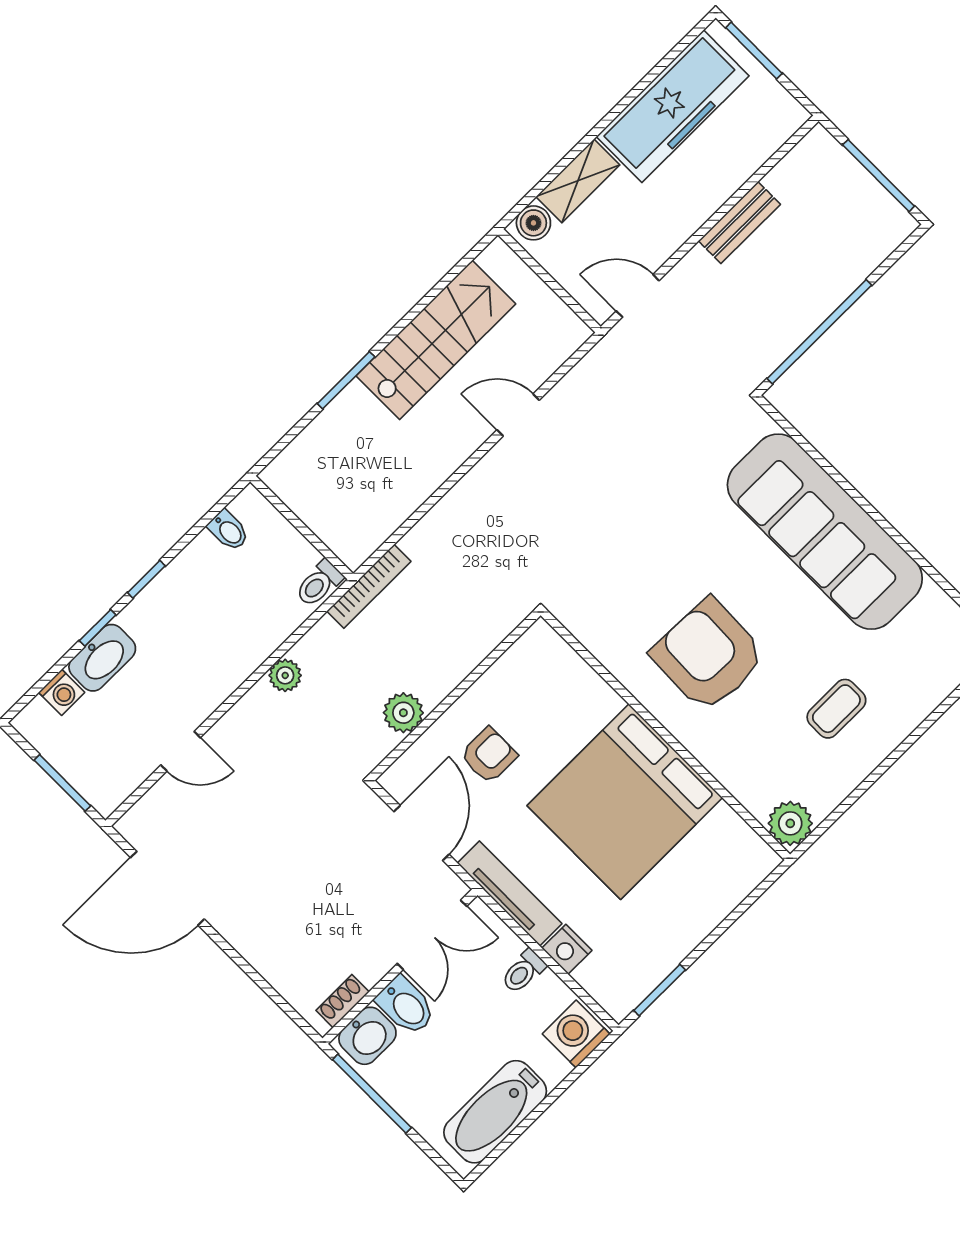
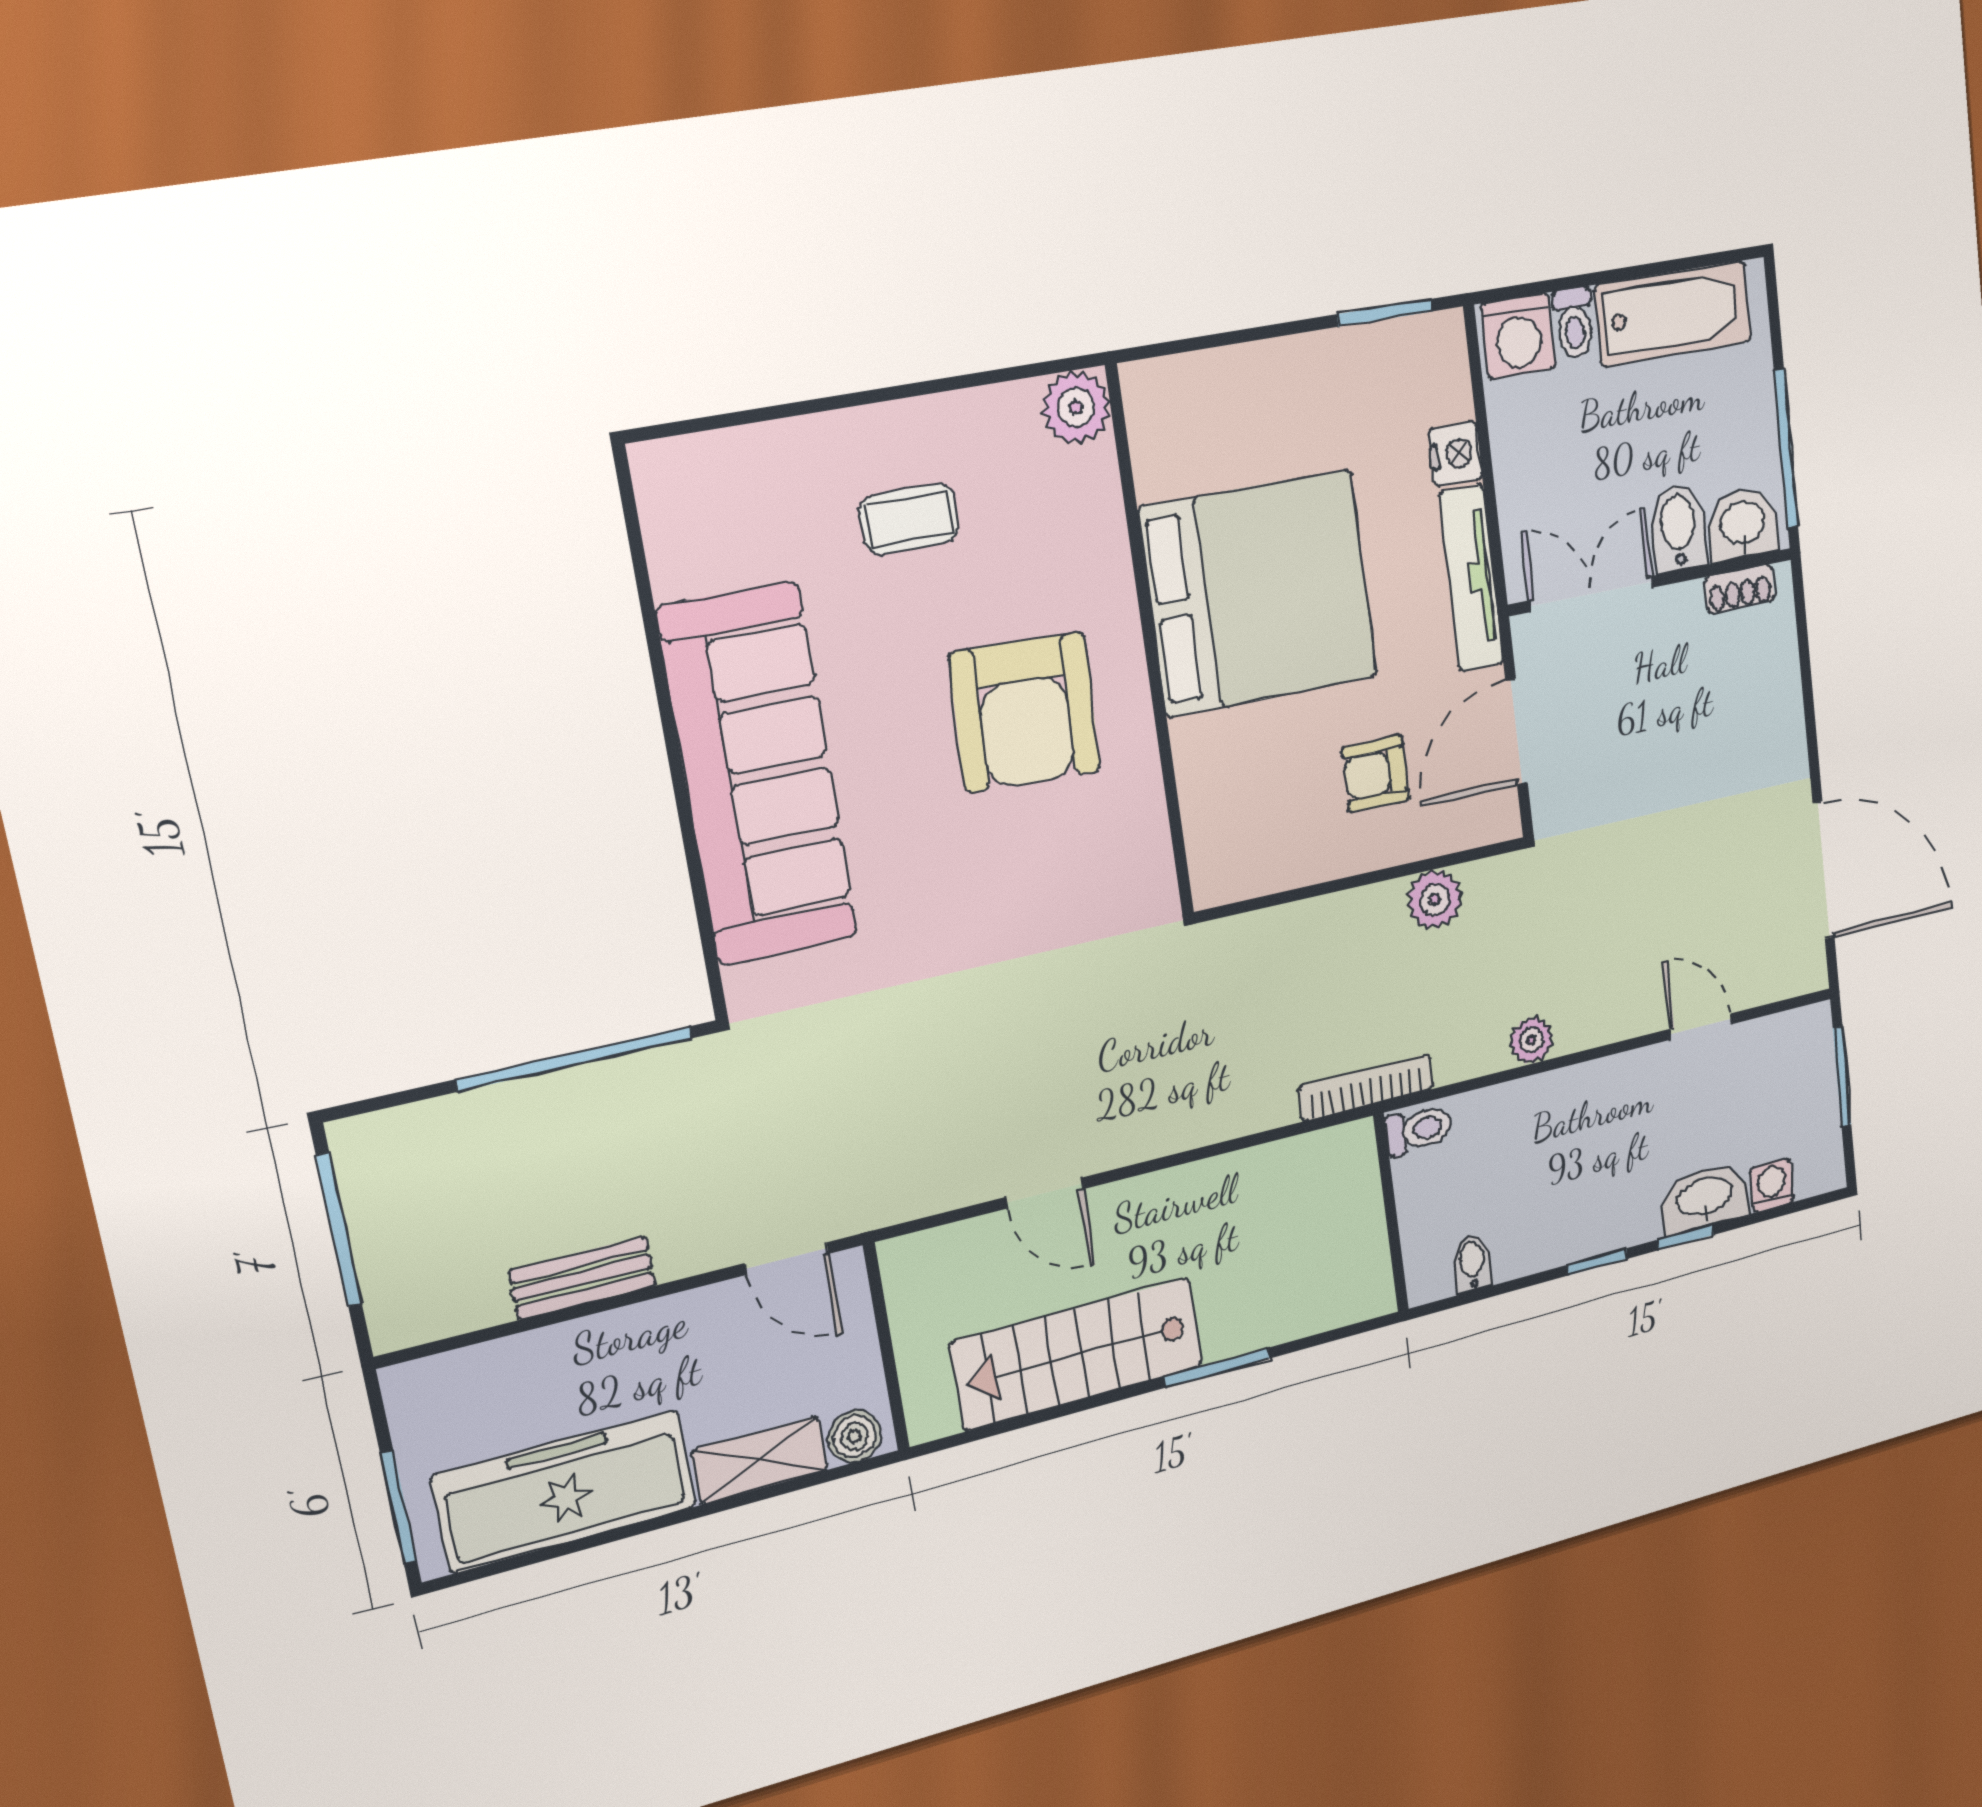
toilet: (523, 971) -> (1574, 323), moved, turned 90

